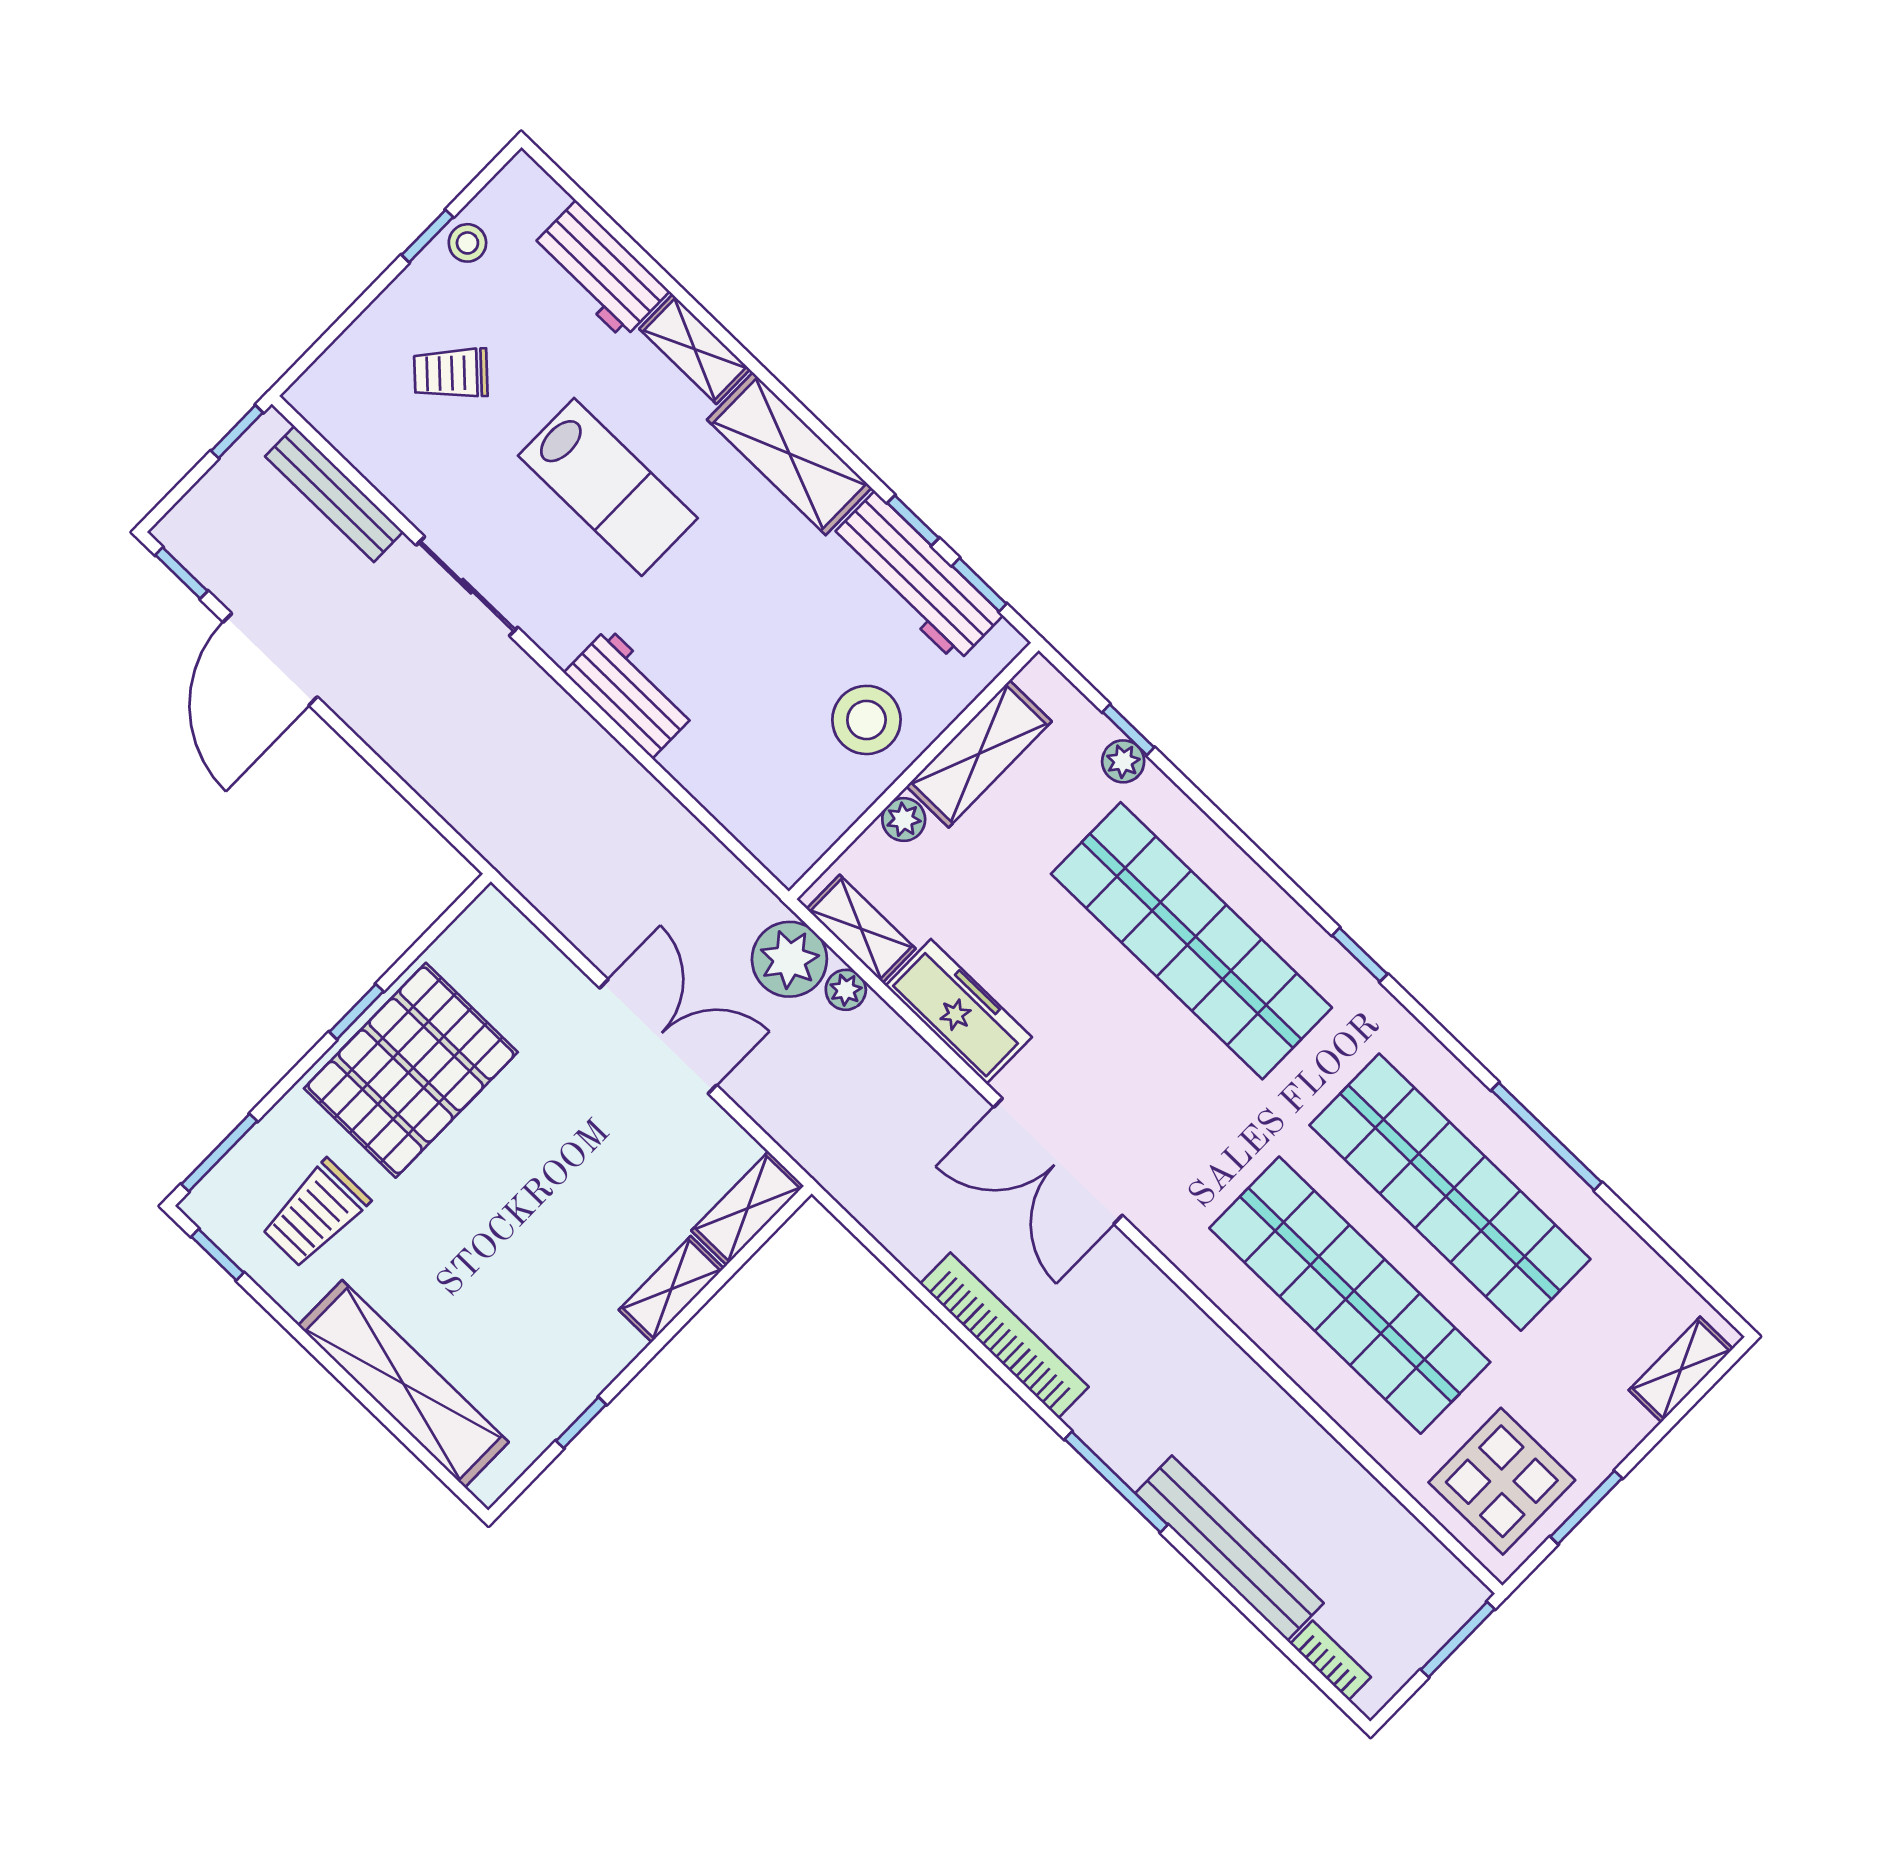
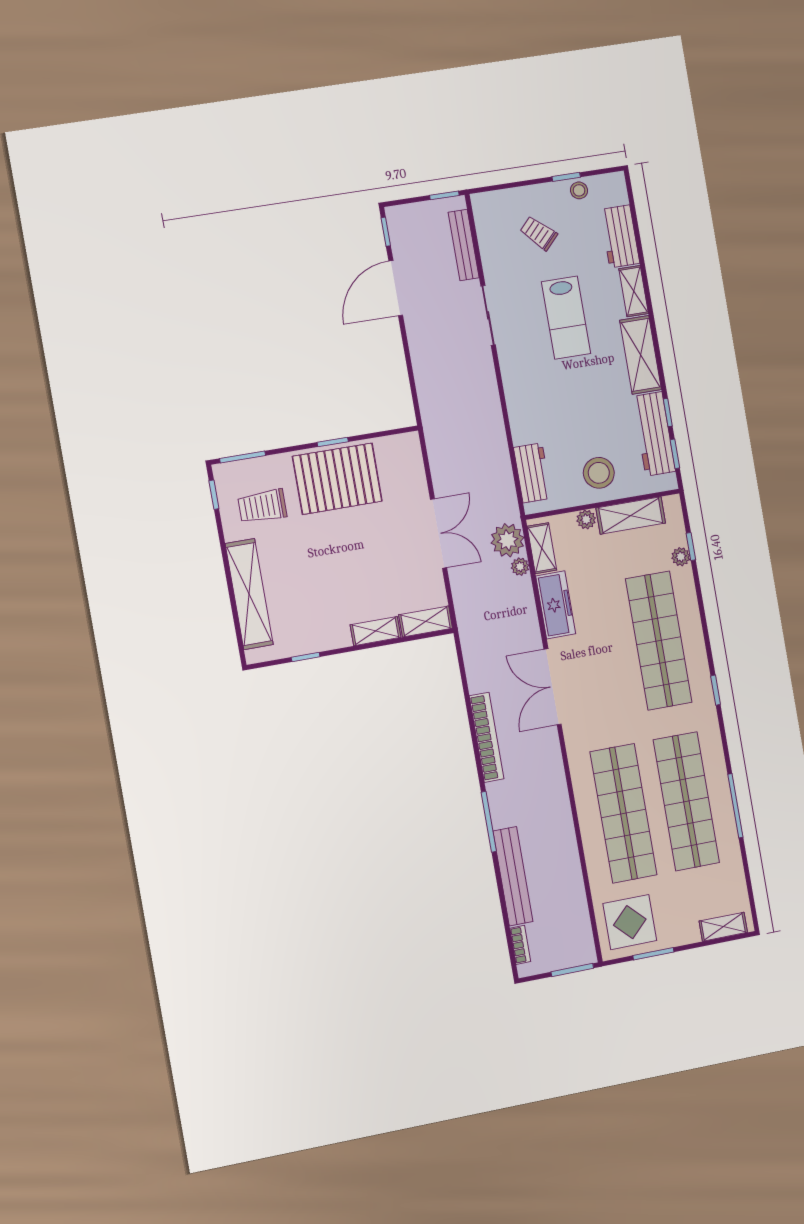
workbench: (630, 693) -> (532, 473), moved

